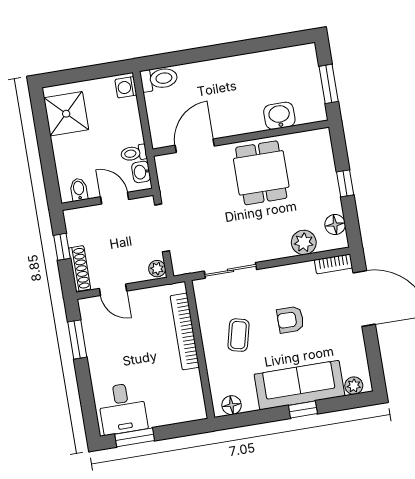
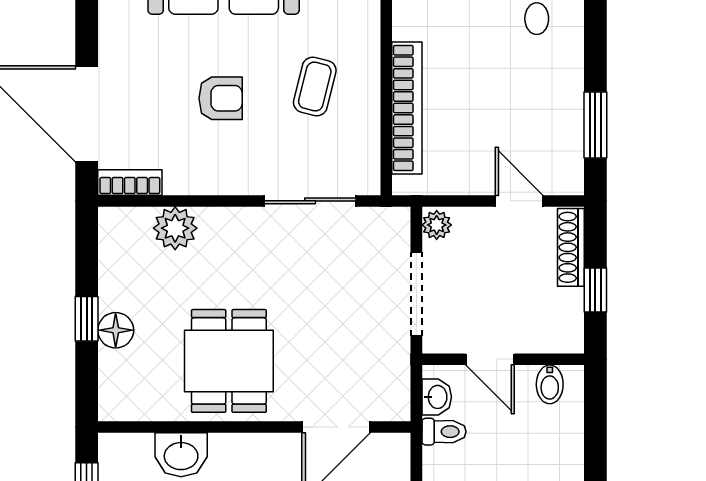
floor lamp: (335, 225) -> (116, 330), moved

